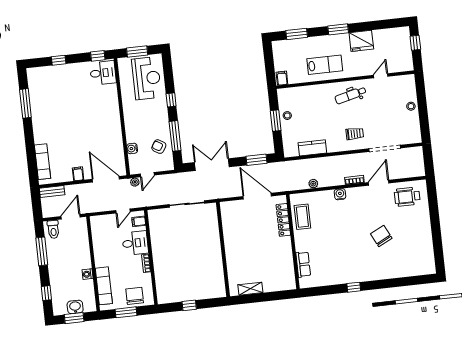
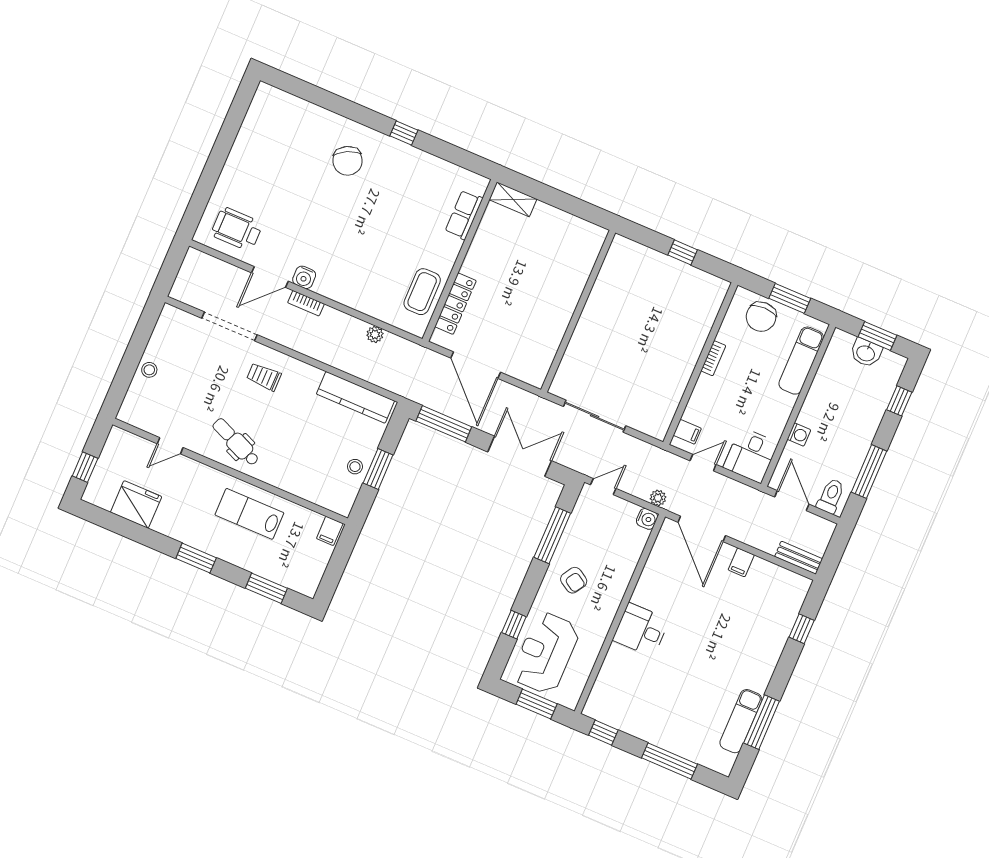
fridge: (361, 41) -> (136, 504), moved
window: (59, 60) -> (670, 761), width x2.17
desk: (103, 73) -> (641, 630), moved
dental chair: (350, 95) -> (236, 442), turned -143
window: (171, 100) -> (514, 625), moved
armchair: (159, 147) -> (574, 580), moved
water cooler: (132, 148) -> (647, 519), moved
kitchen counter: (312, 148) -> (356, 397), width x1.50
window: (32, 159) -> (802, 629), added
window: (257, 160) -> (444, 424), width x1.44
exam couch: (42, 162) -> (741, 721), moved
double door: (212, 165) -> (520, 456), swing flipped
door: (147, 175) -> (603, 487), moved
water cooler: (340, 194) -> (304, 277), moved
wheelchair: (407, 197) -> (237, 229), turned 180
door: (71, 217) -> (792, 501), swing flipped
chair: (381, 236) -> (348, 161), moved
desk: (135, 243) -> (751, 455), moved, turned -90
washing machine: (88, 274) -> (799, 435), moved
shelving: (250, 289) -> (513, 199), moved

